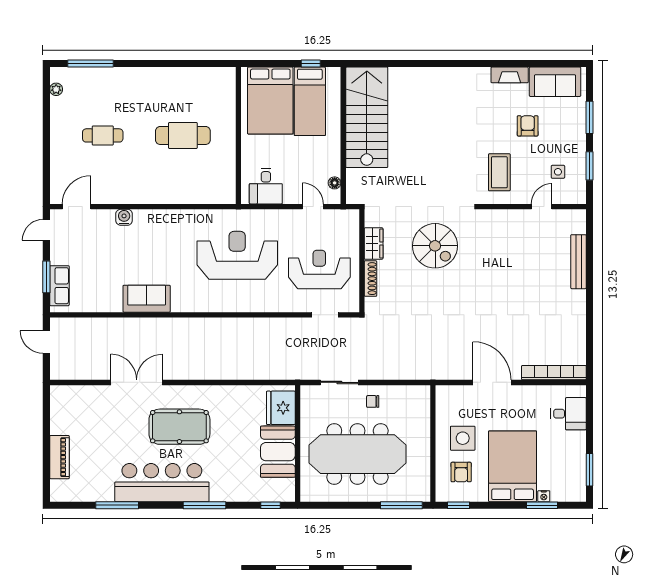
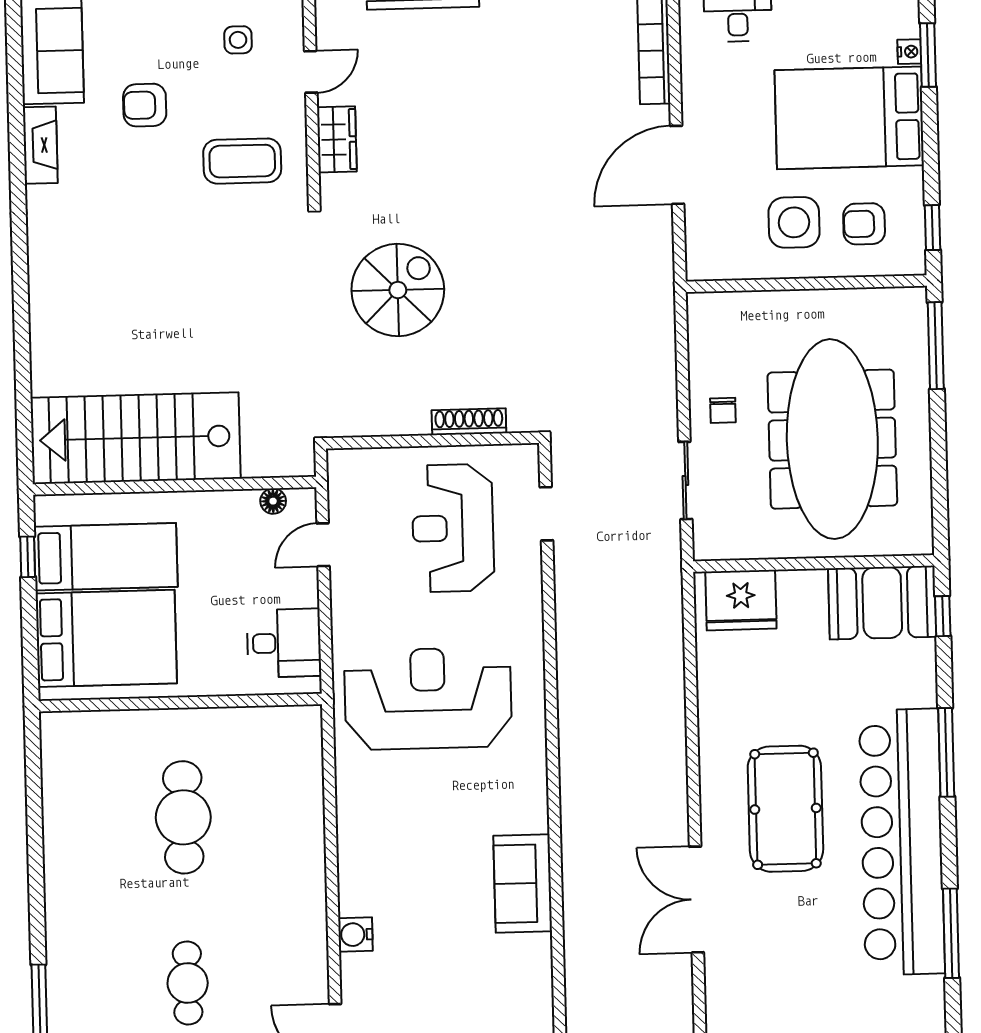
door: (542, 207) -> (311, 72), swing flipped
wardrobe: (374, 243) -> (337, 139), moved, turned 90
reception desk: (237, 255) -> (428, 699), turned 90
booth: (278, 452) -> (882, 603), moved
armchair: (461, 472) -> (864, 224), turned 180
bar counter: (162, 483) -> (902, 842), width x1.36

